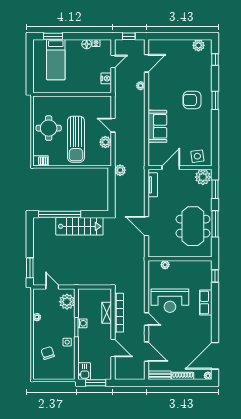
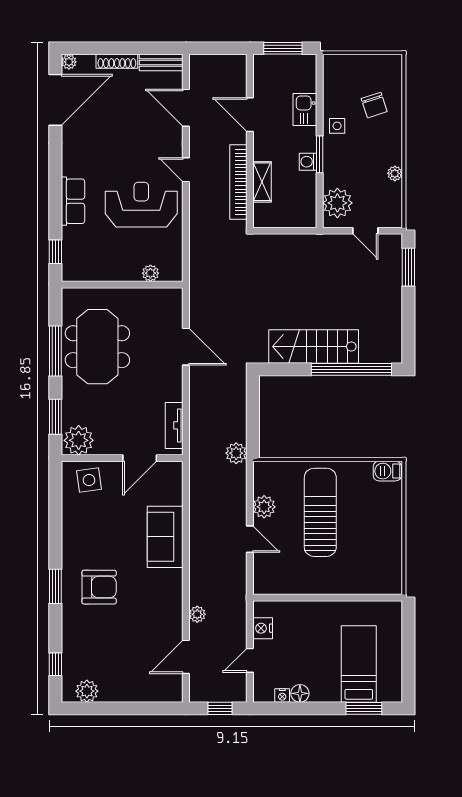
round table: (49, 128) -> (372, 534), removed
kitchen sink: (84, 371) -> (305, 110), moved

